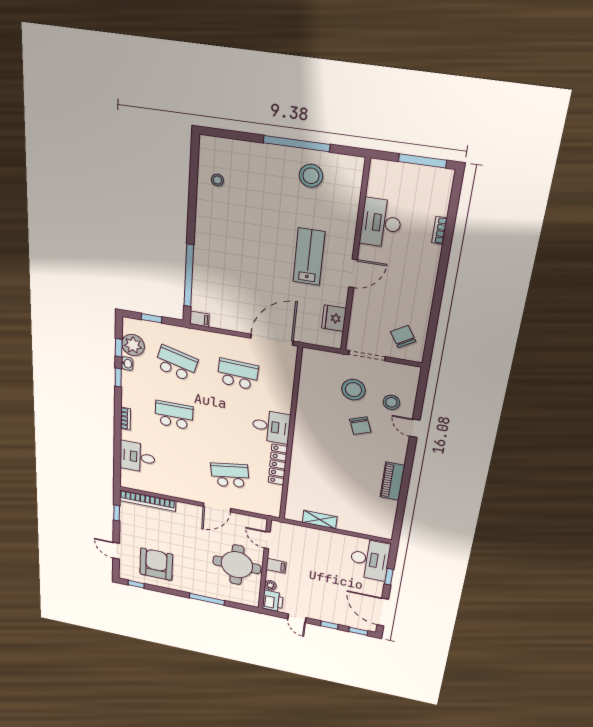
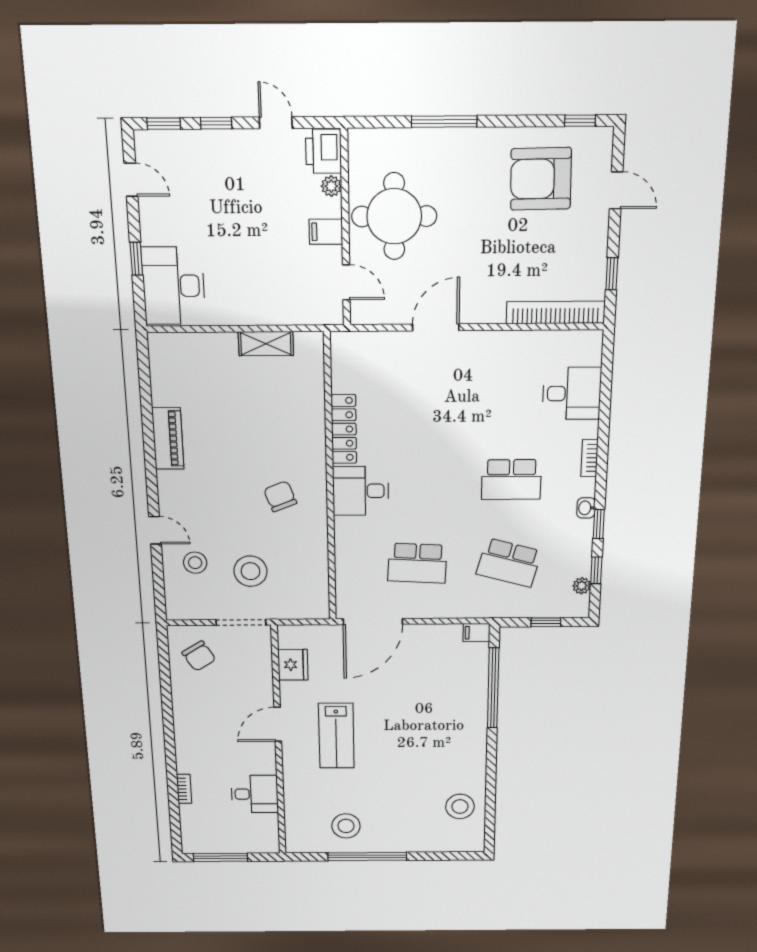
stool: (217, 180) -> (460, 806), width x1.89, depth x1.89
desk: (381, 223) -> (255, 794), width x0.73
plant: (133, 345) -> (582, 586), width x0.53, depth x0.53
washbasin: (127, 364) -> (586, 508), moved
chair: (360, 426) -> (280, 496), moved
school desk: (230, 475) -> (418, 393), removed
armchair: (156, 564) -> (541, 179), turned 89
door: (383, 612) -> (131, 180), width x0.53

